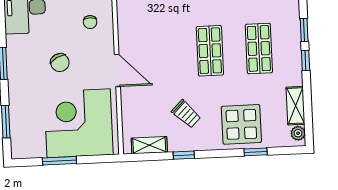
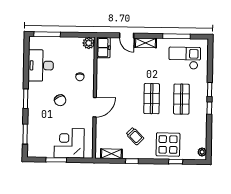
door: (117, 70) -> (95, 107), hinge flipped
shelving: (295, 106) -> (202, 135), removed
corner desk: (79, 123) -> (69, 143), width x0.74, depth x0.74

